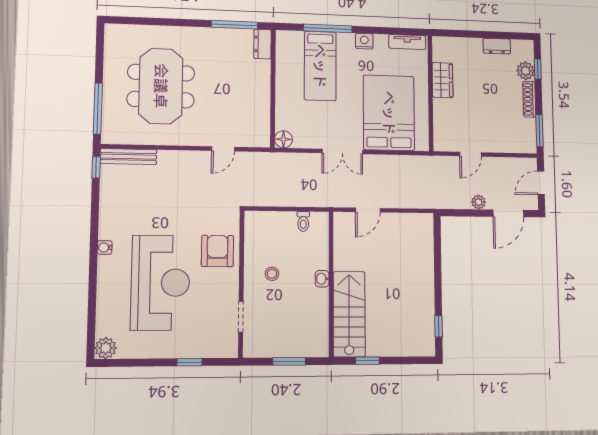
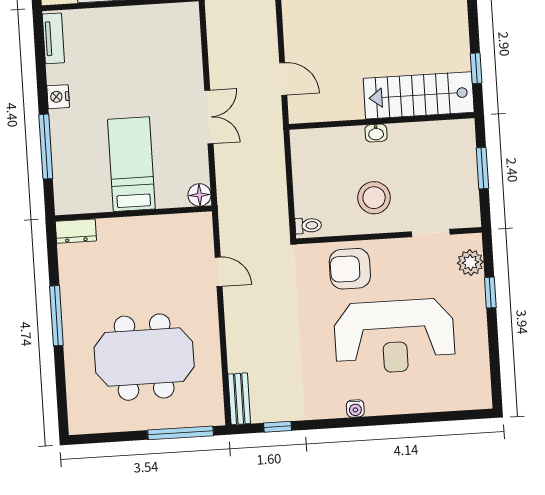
window: (235, 25) -> (56, 316), moved
bed: (320, 66) -> (131, 164), moved, turned -90
bed: (389, 113) -> (152, 58), removed
bench: (129, 157) -> (239, 399), width x0.73
window: (96, 167) -> (278, 427), moved
toilet: (303, 221) -> (308, 226), moved
stool: (272, 274) -> (374, 198), width x1.89, depth x1.89
reception desk: (160, 283) -> (394, 336), turned 180
plant: (106, 348) -> (470, 263), moved

